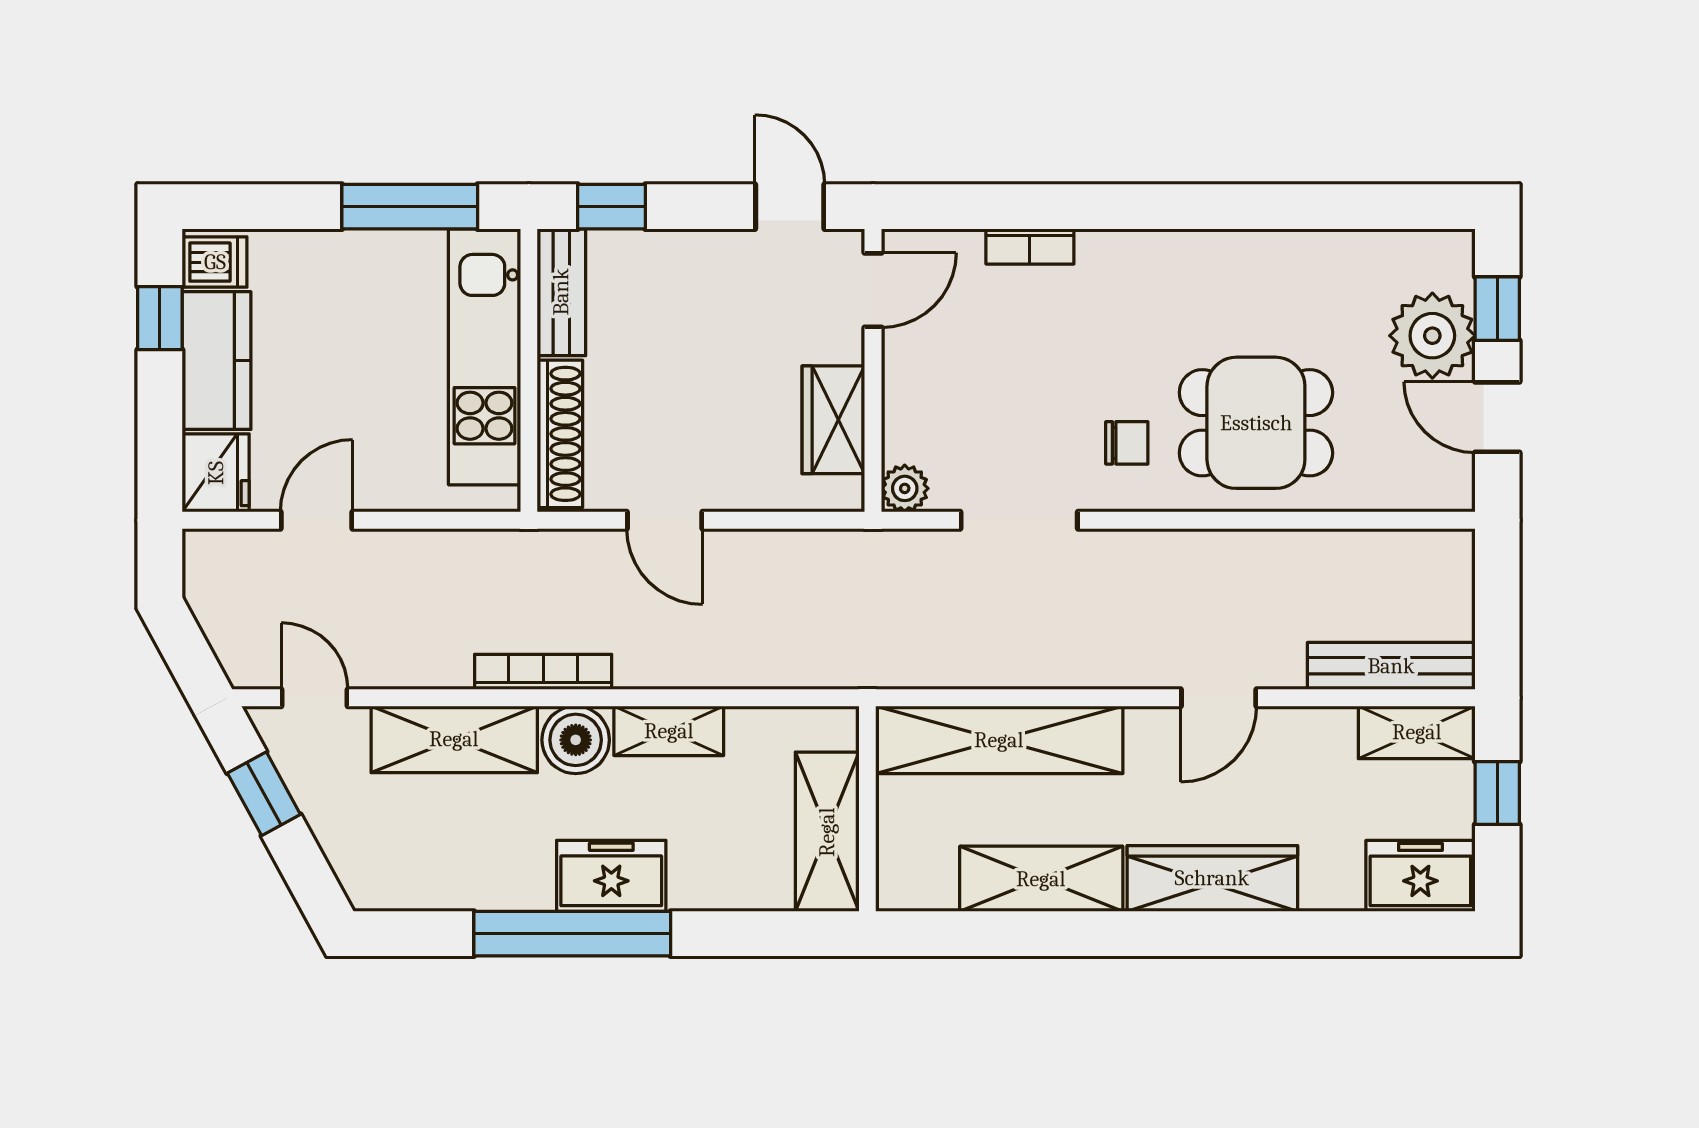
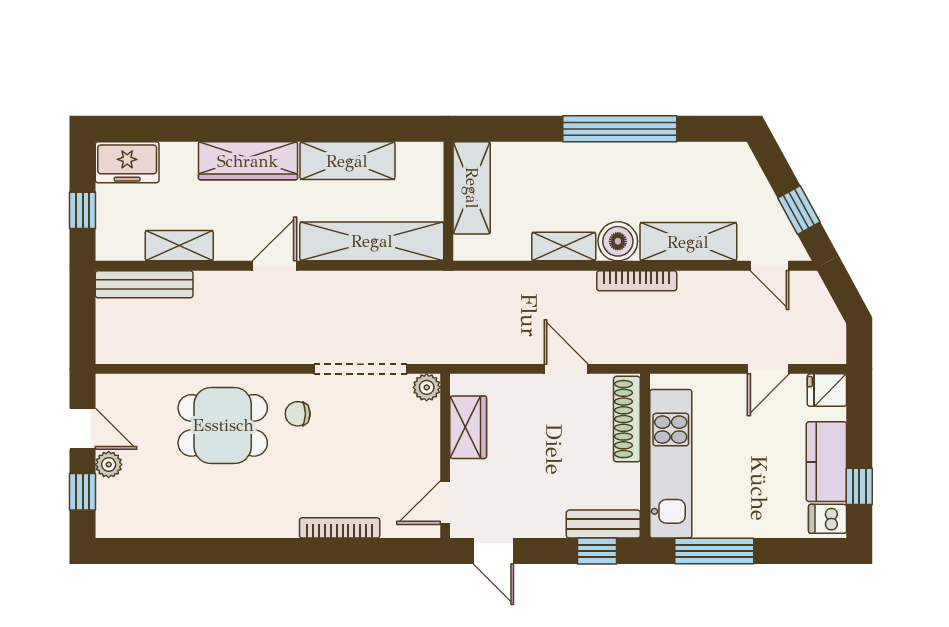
bookcase: (1030, 246) -> (340, 528), width x1.56
bench: (561, 292) -> (603, 524), moved, turned 90
plant: (1432, 336) -> (109, 465), width x0.53, depth x0.53
fridge: (216, 473) -> (827, 390), width x0.72
doorway: (1019, 520) -> (360, 369), width x1.36
door: (1219, 698) -> (275, 266), moved
shelving: (1417, 732) -> (179, 246), moved
freezer: (611, 876) -> (597, 162), removed

